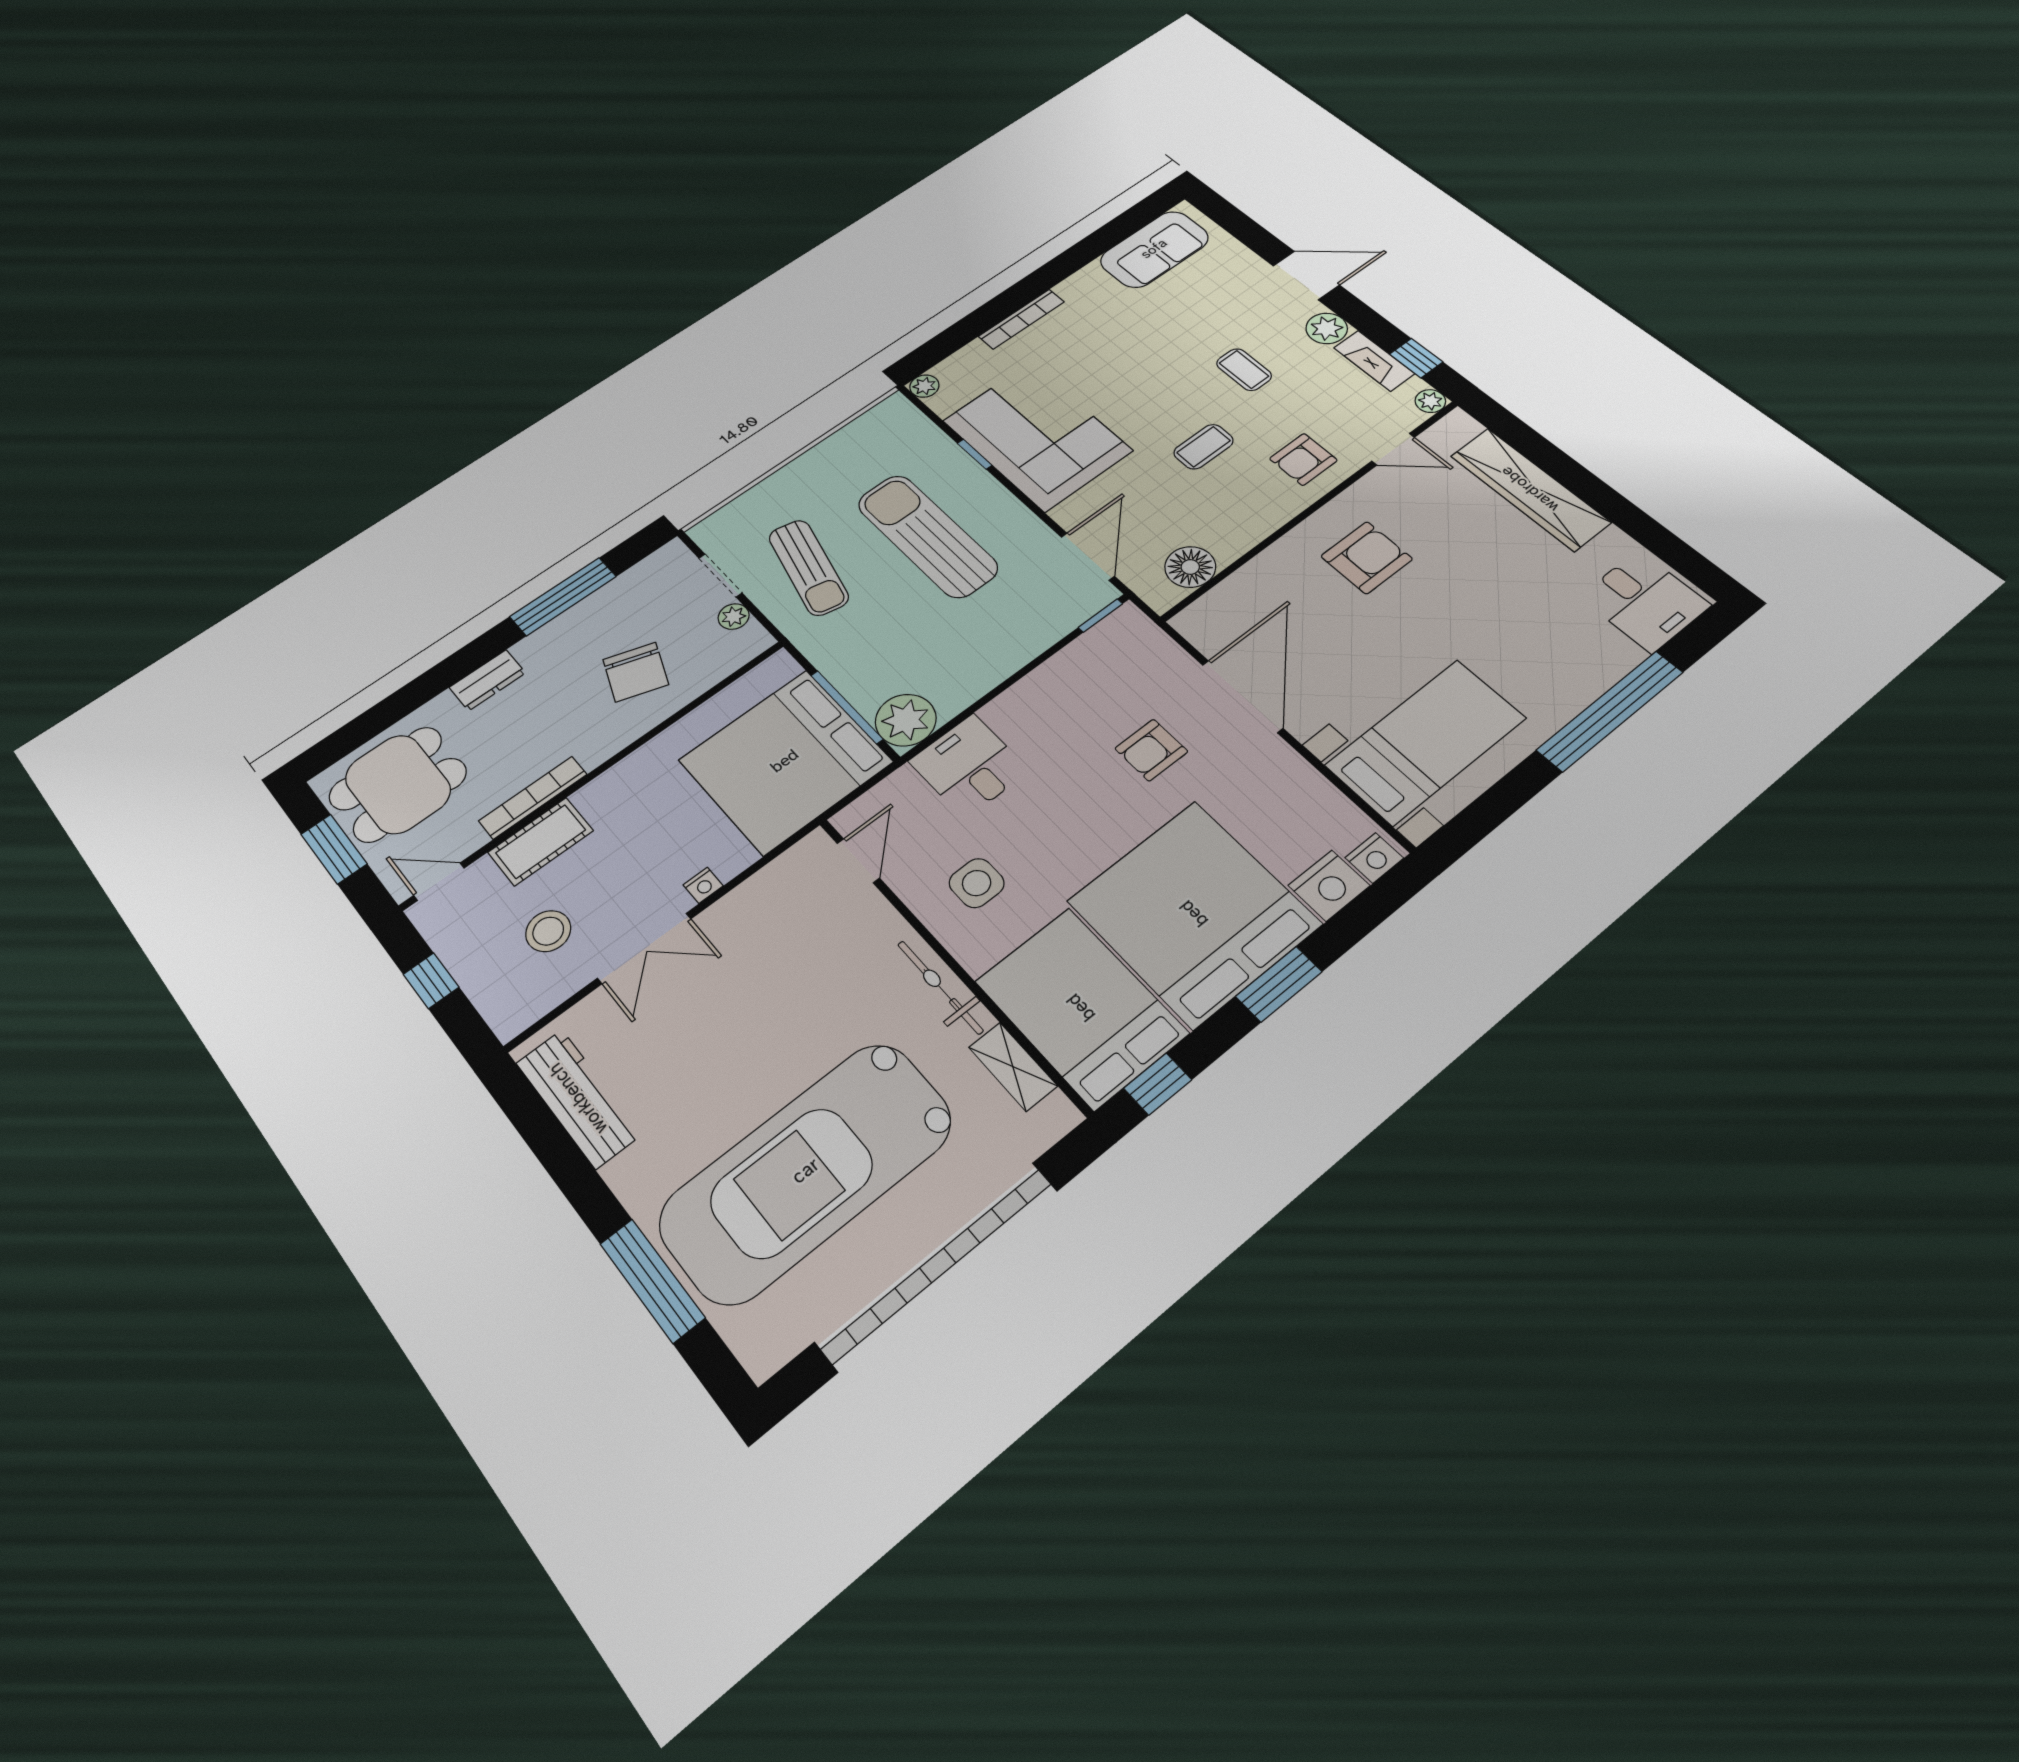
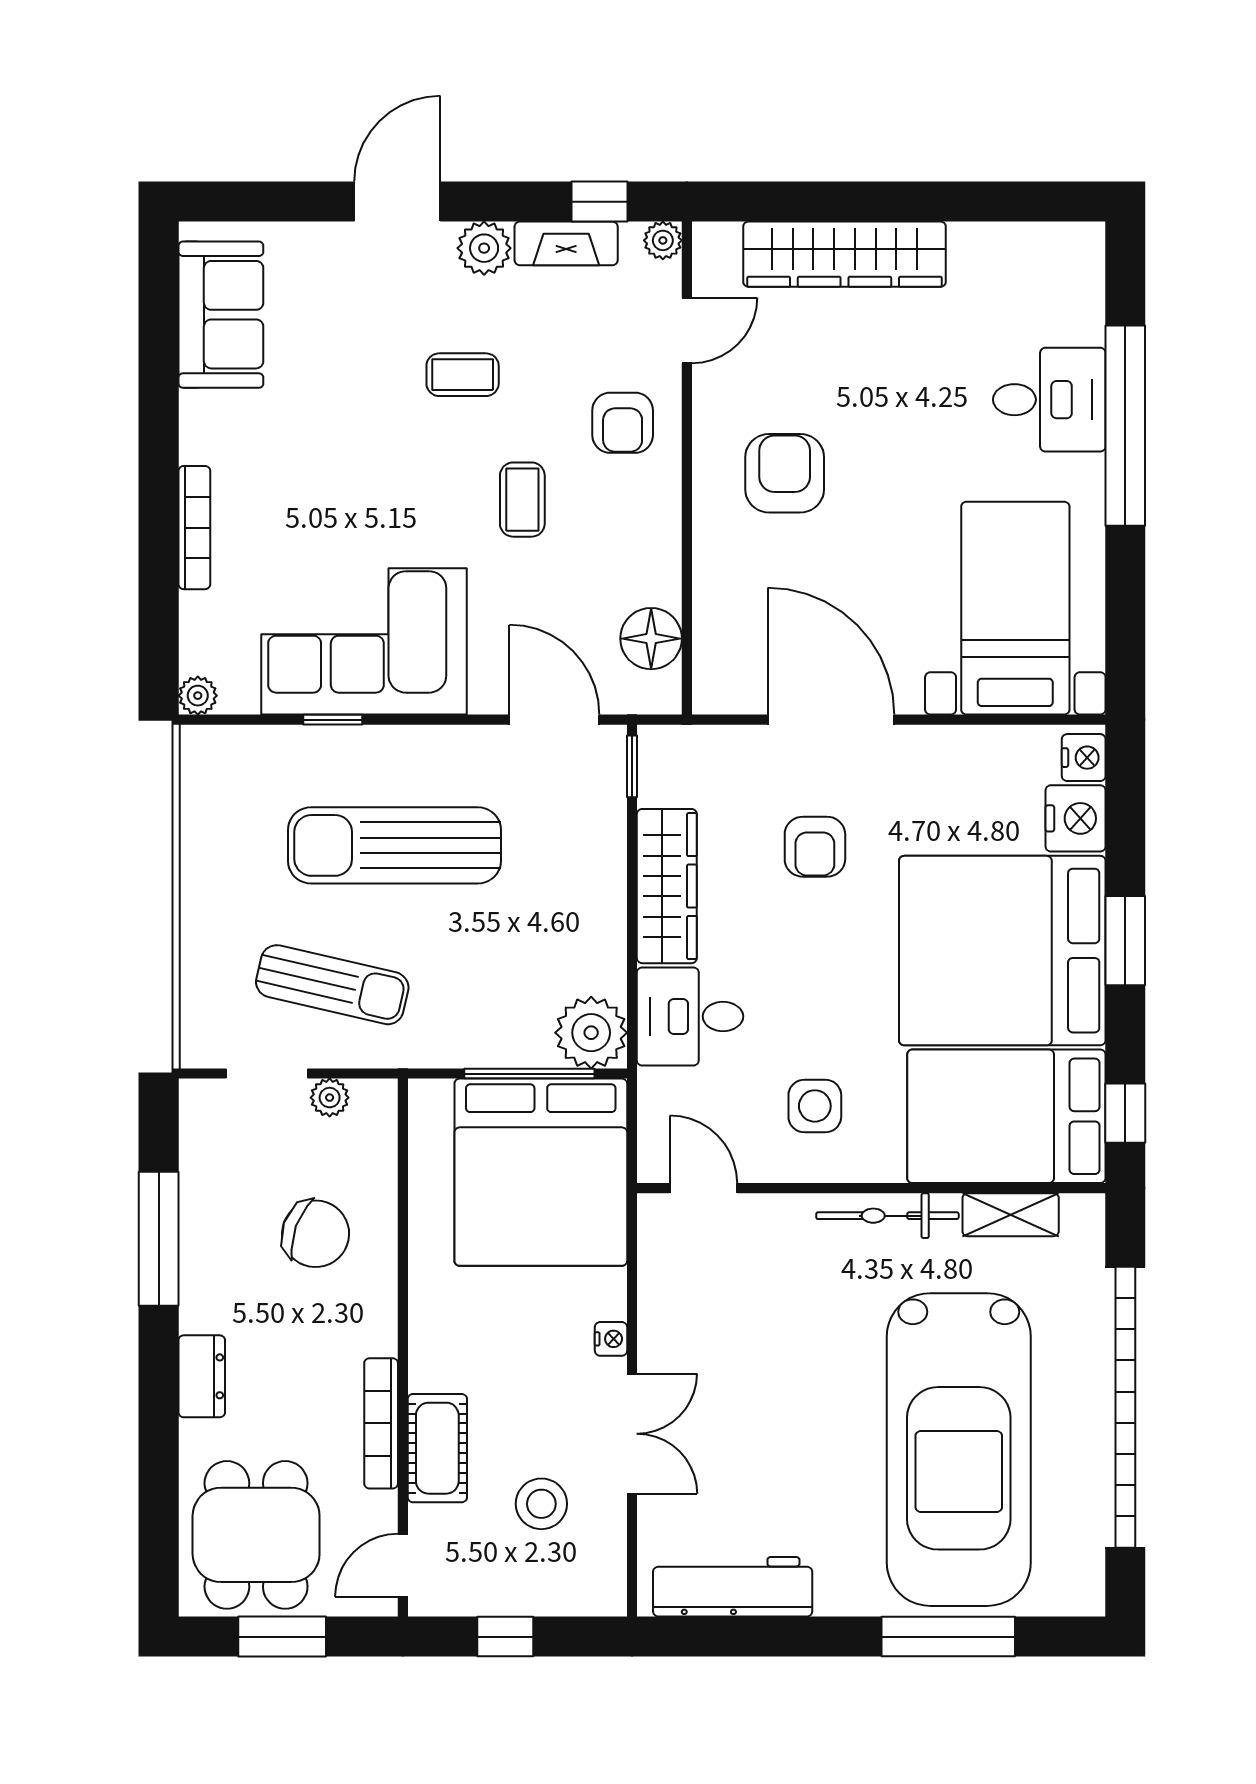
desk: (1645, 601) -> (1049, 400), moved
wardrobe: (1043, 690) -> (667, 886), added

